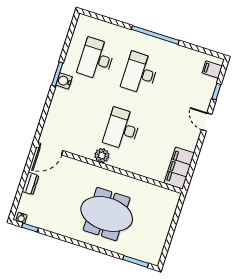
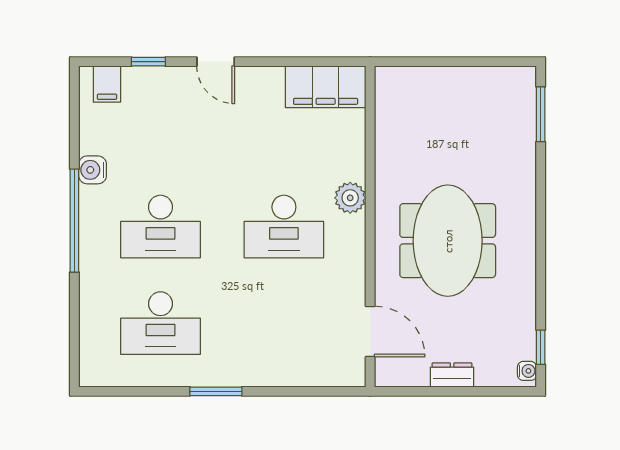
water cooler: (64, 81) -> (93, 170), moved, turned 90
door: (207, 122) -> (216, 62), hinge flipped
door: (51, 149) -> (370, 331), moved
plant: (102, 156) -> (350, 198), moved
meeting table: (107, 214) -> (448, 241), moved

